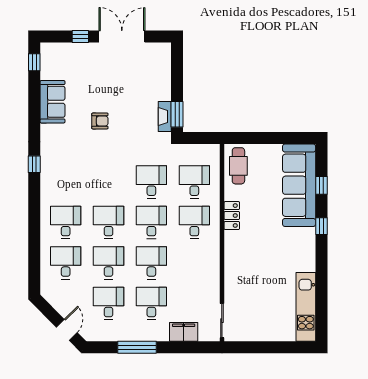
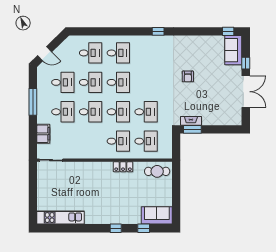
sofa: (52, 102) -> (233, 50), moved, turned 90
sofa: (299, 185) -> (157, 215), width x0.54, depth x0.79

